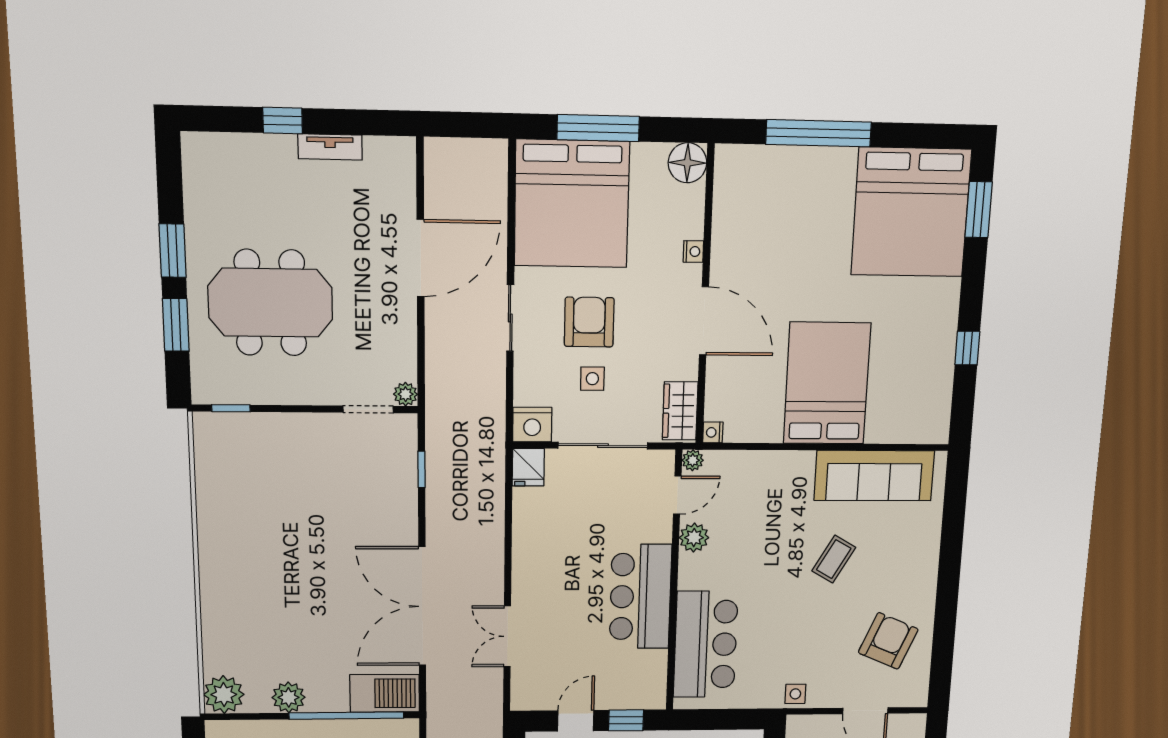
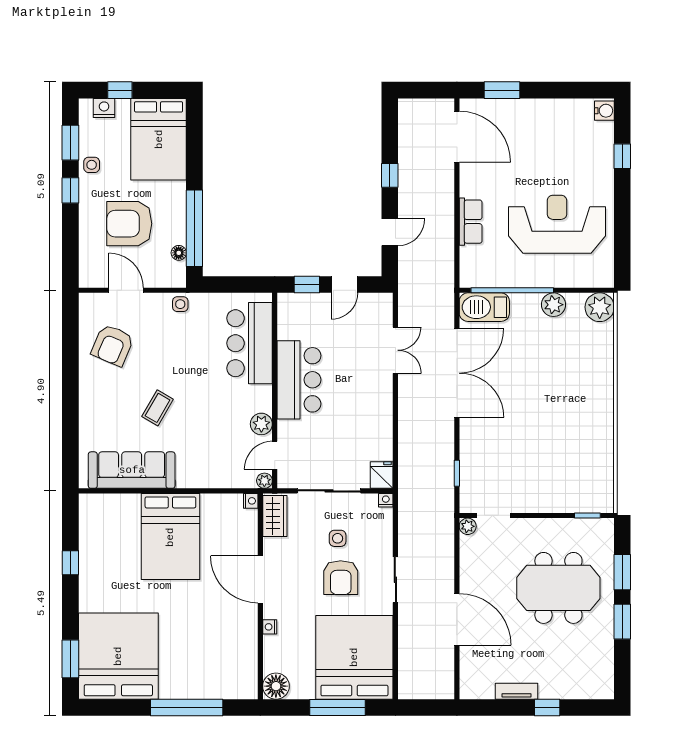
door: (421, 258) -> (457, 619), swing flipped
nightstand: (532, 425) -> (386, 500), width x0.53, depth x0.56

